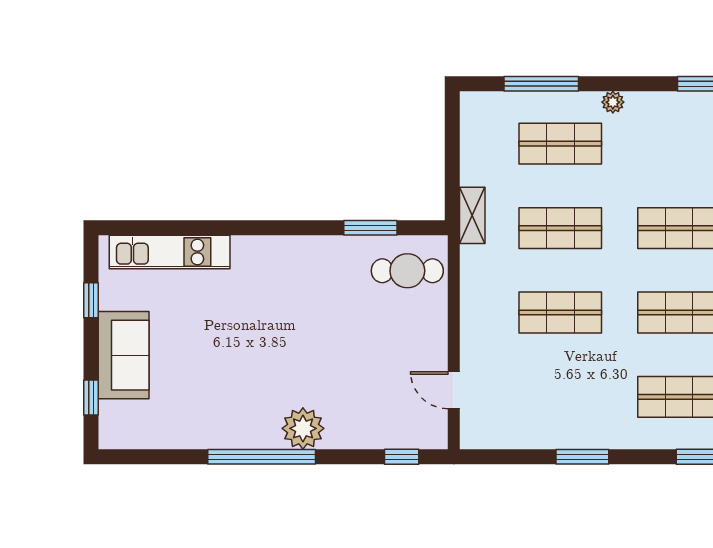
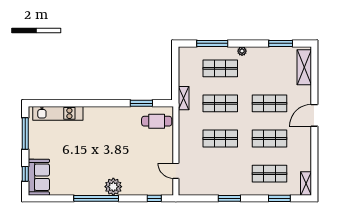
window: (91, 300) -> (25, 133), width x2.17
sofa: (124, 355) -> (39, 177), moved

